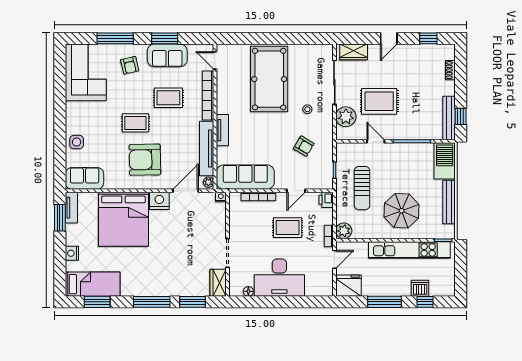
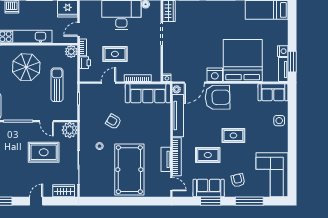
plant: (346, 117) -> (70, 130), moved
tv unit: (222, 130) -> (166, 159), moved
armchair: (304, 146) -> (113, 122), moved
armchair: (145, 160) -> (218, 97), moved
printer: (326, 200) -> (85, 63), moved
nightstand: (72, 253) -> (283, 51), moved

